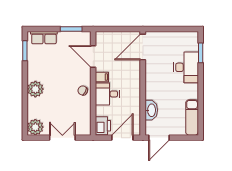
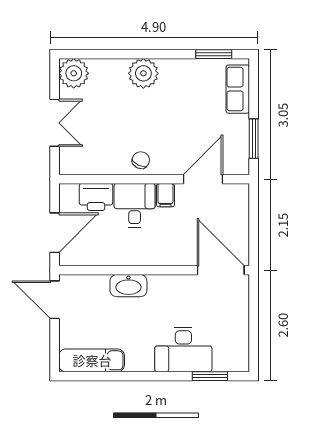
washbasin: (151, 110) -> (128, 286), moved
printer: (103, 126) -> (96, 197), moved
door: (122, 138) -> (55, 233), hinge flipped

